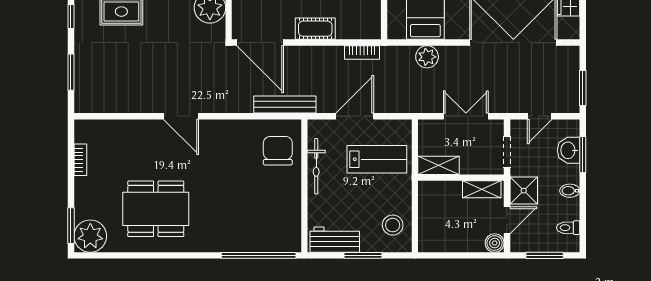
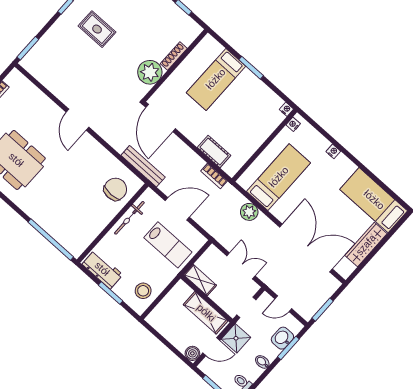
cot: (315, 29) -> (214, 151), moved
window: (71, 72) -> (28, 48), moved
shelving: (482, 189) -> (206, 313), width x1.50, depth x1.33

